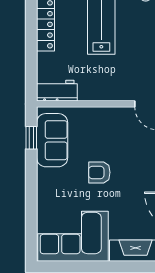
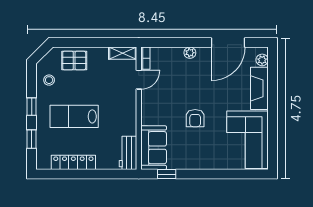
sofa: (52, 140) -> (154, 148), moved, turned 90

